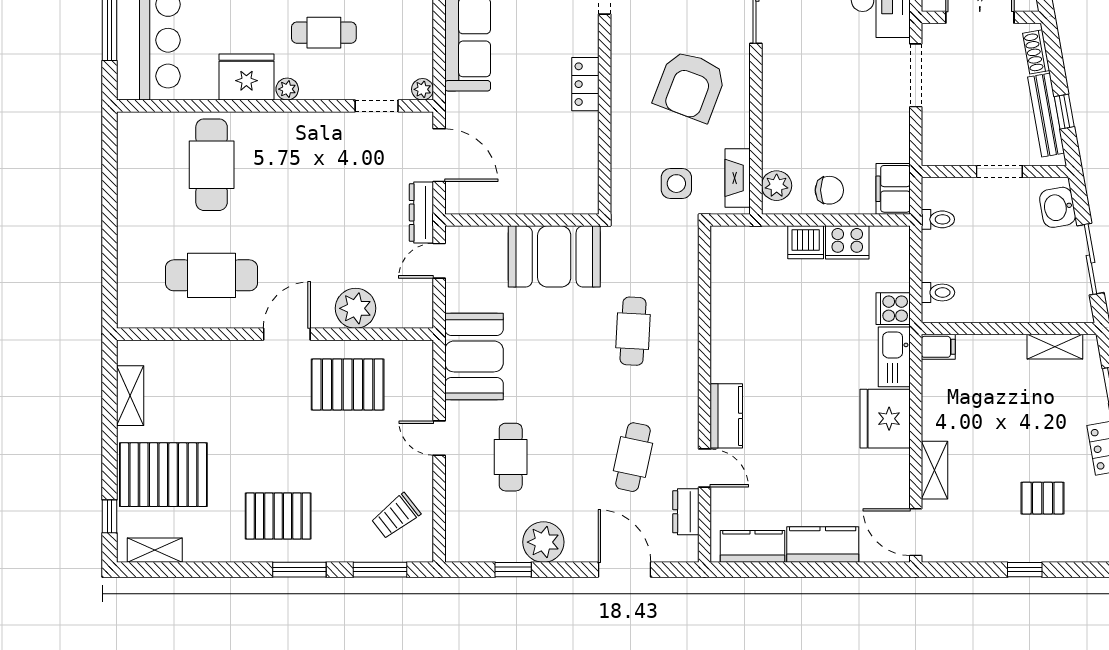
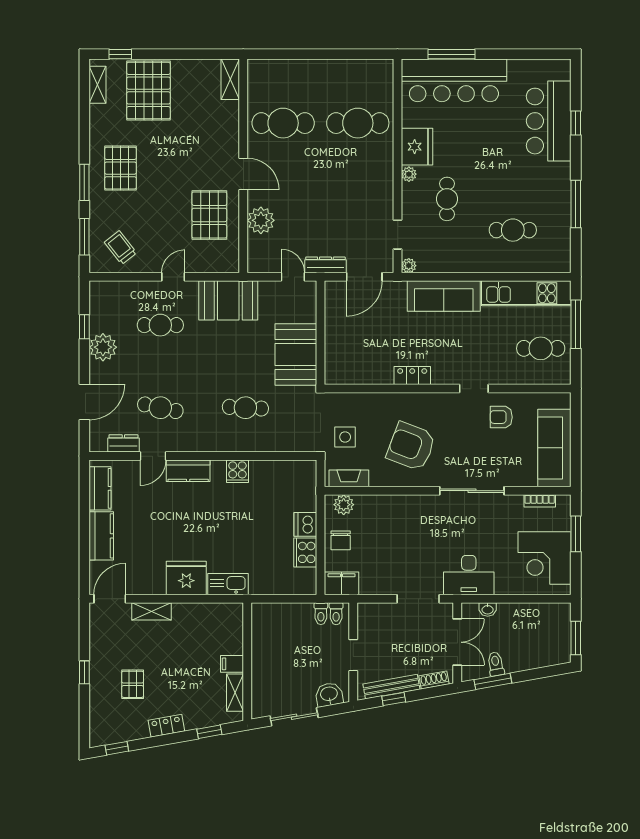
cafe table: (212, 275) -> (283, 123), turned 90
toilet: (938, 292) -> (336, 614), moved
cooker: (893, 309) -> (237, 471), moved, turned 180
filing cabinet: (938, 347) -> (232, 664), moved, turned 90
shelving: (130, 396) -> (230, 79), moved, turned 90

